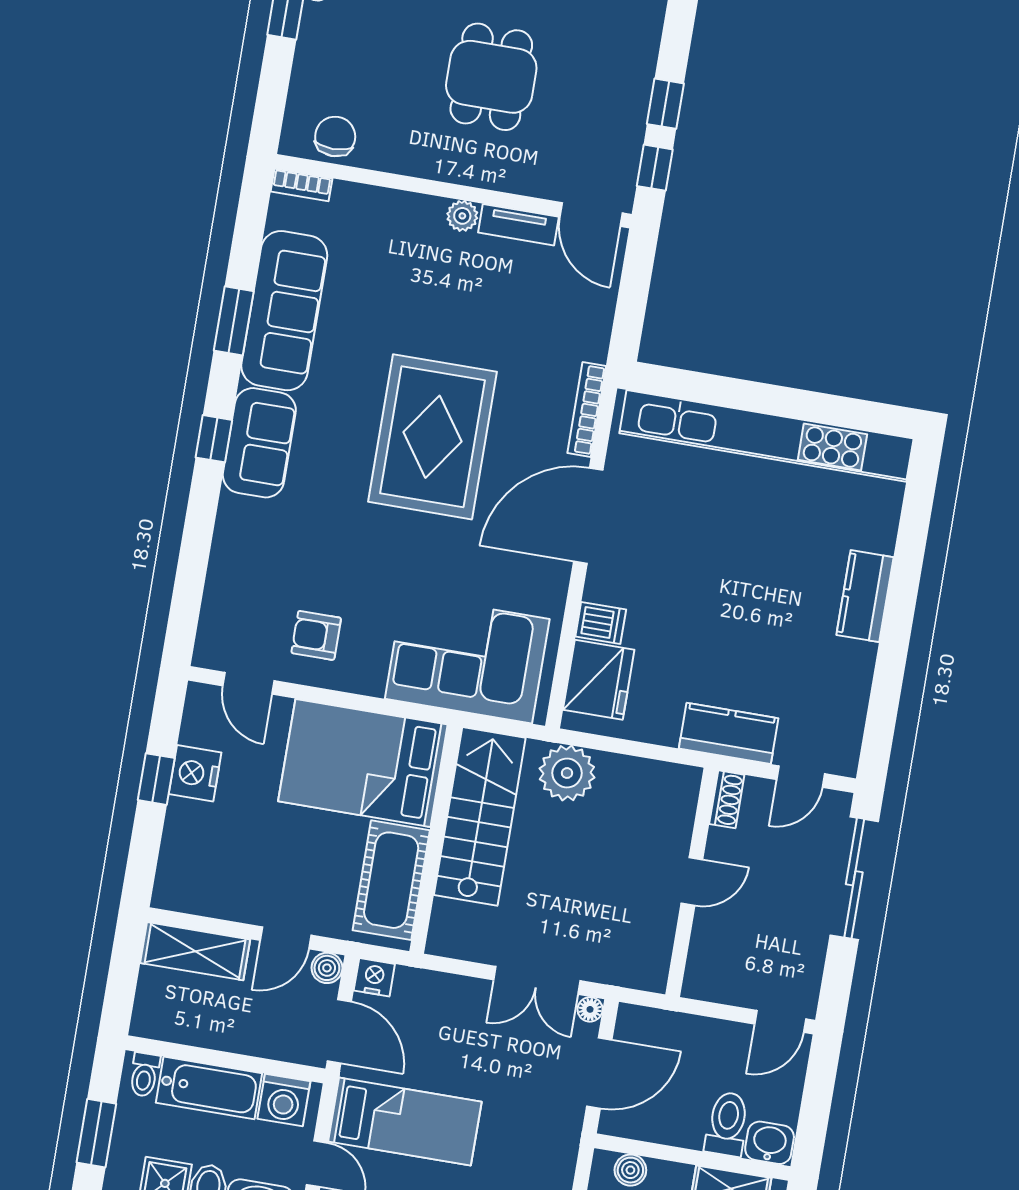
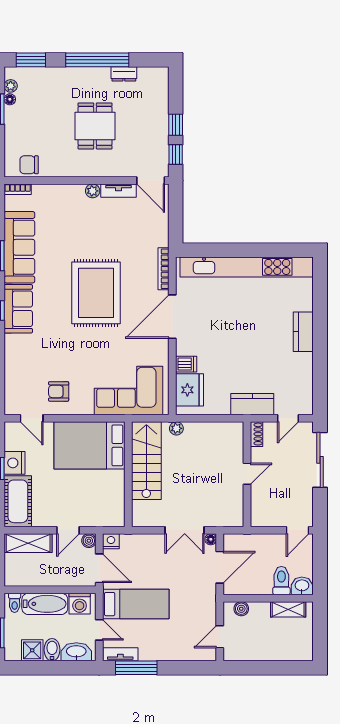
chair: (335, 136) -> (29, 165), turned -90
plant: (567, 773) -> (176, 428), width x0.53, depth x0.53
cot: (391, 880) -> (18, 501), moved

